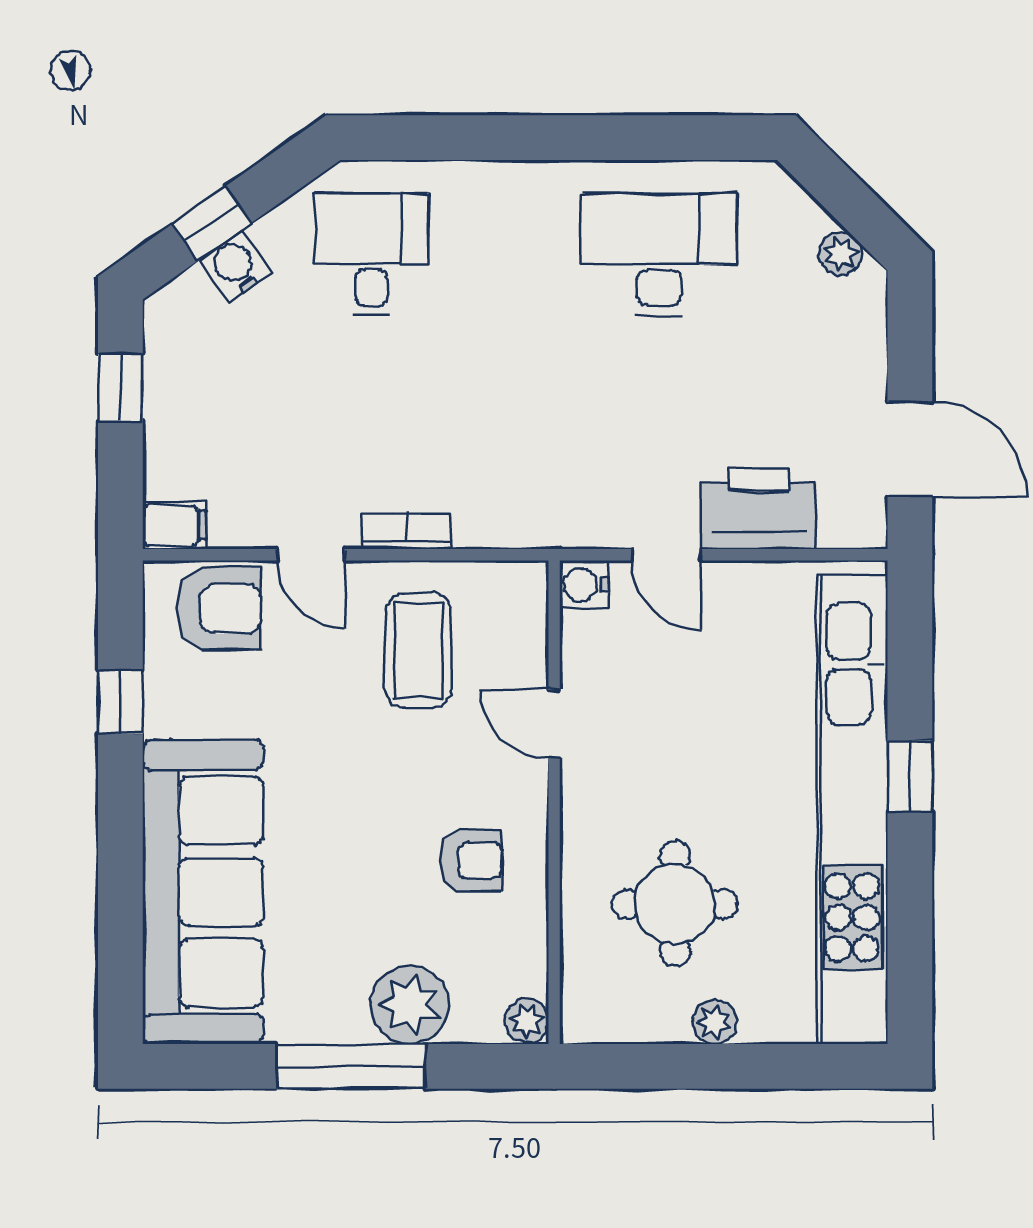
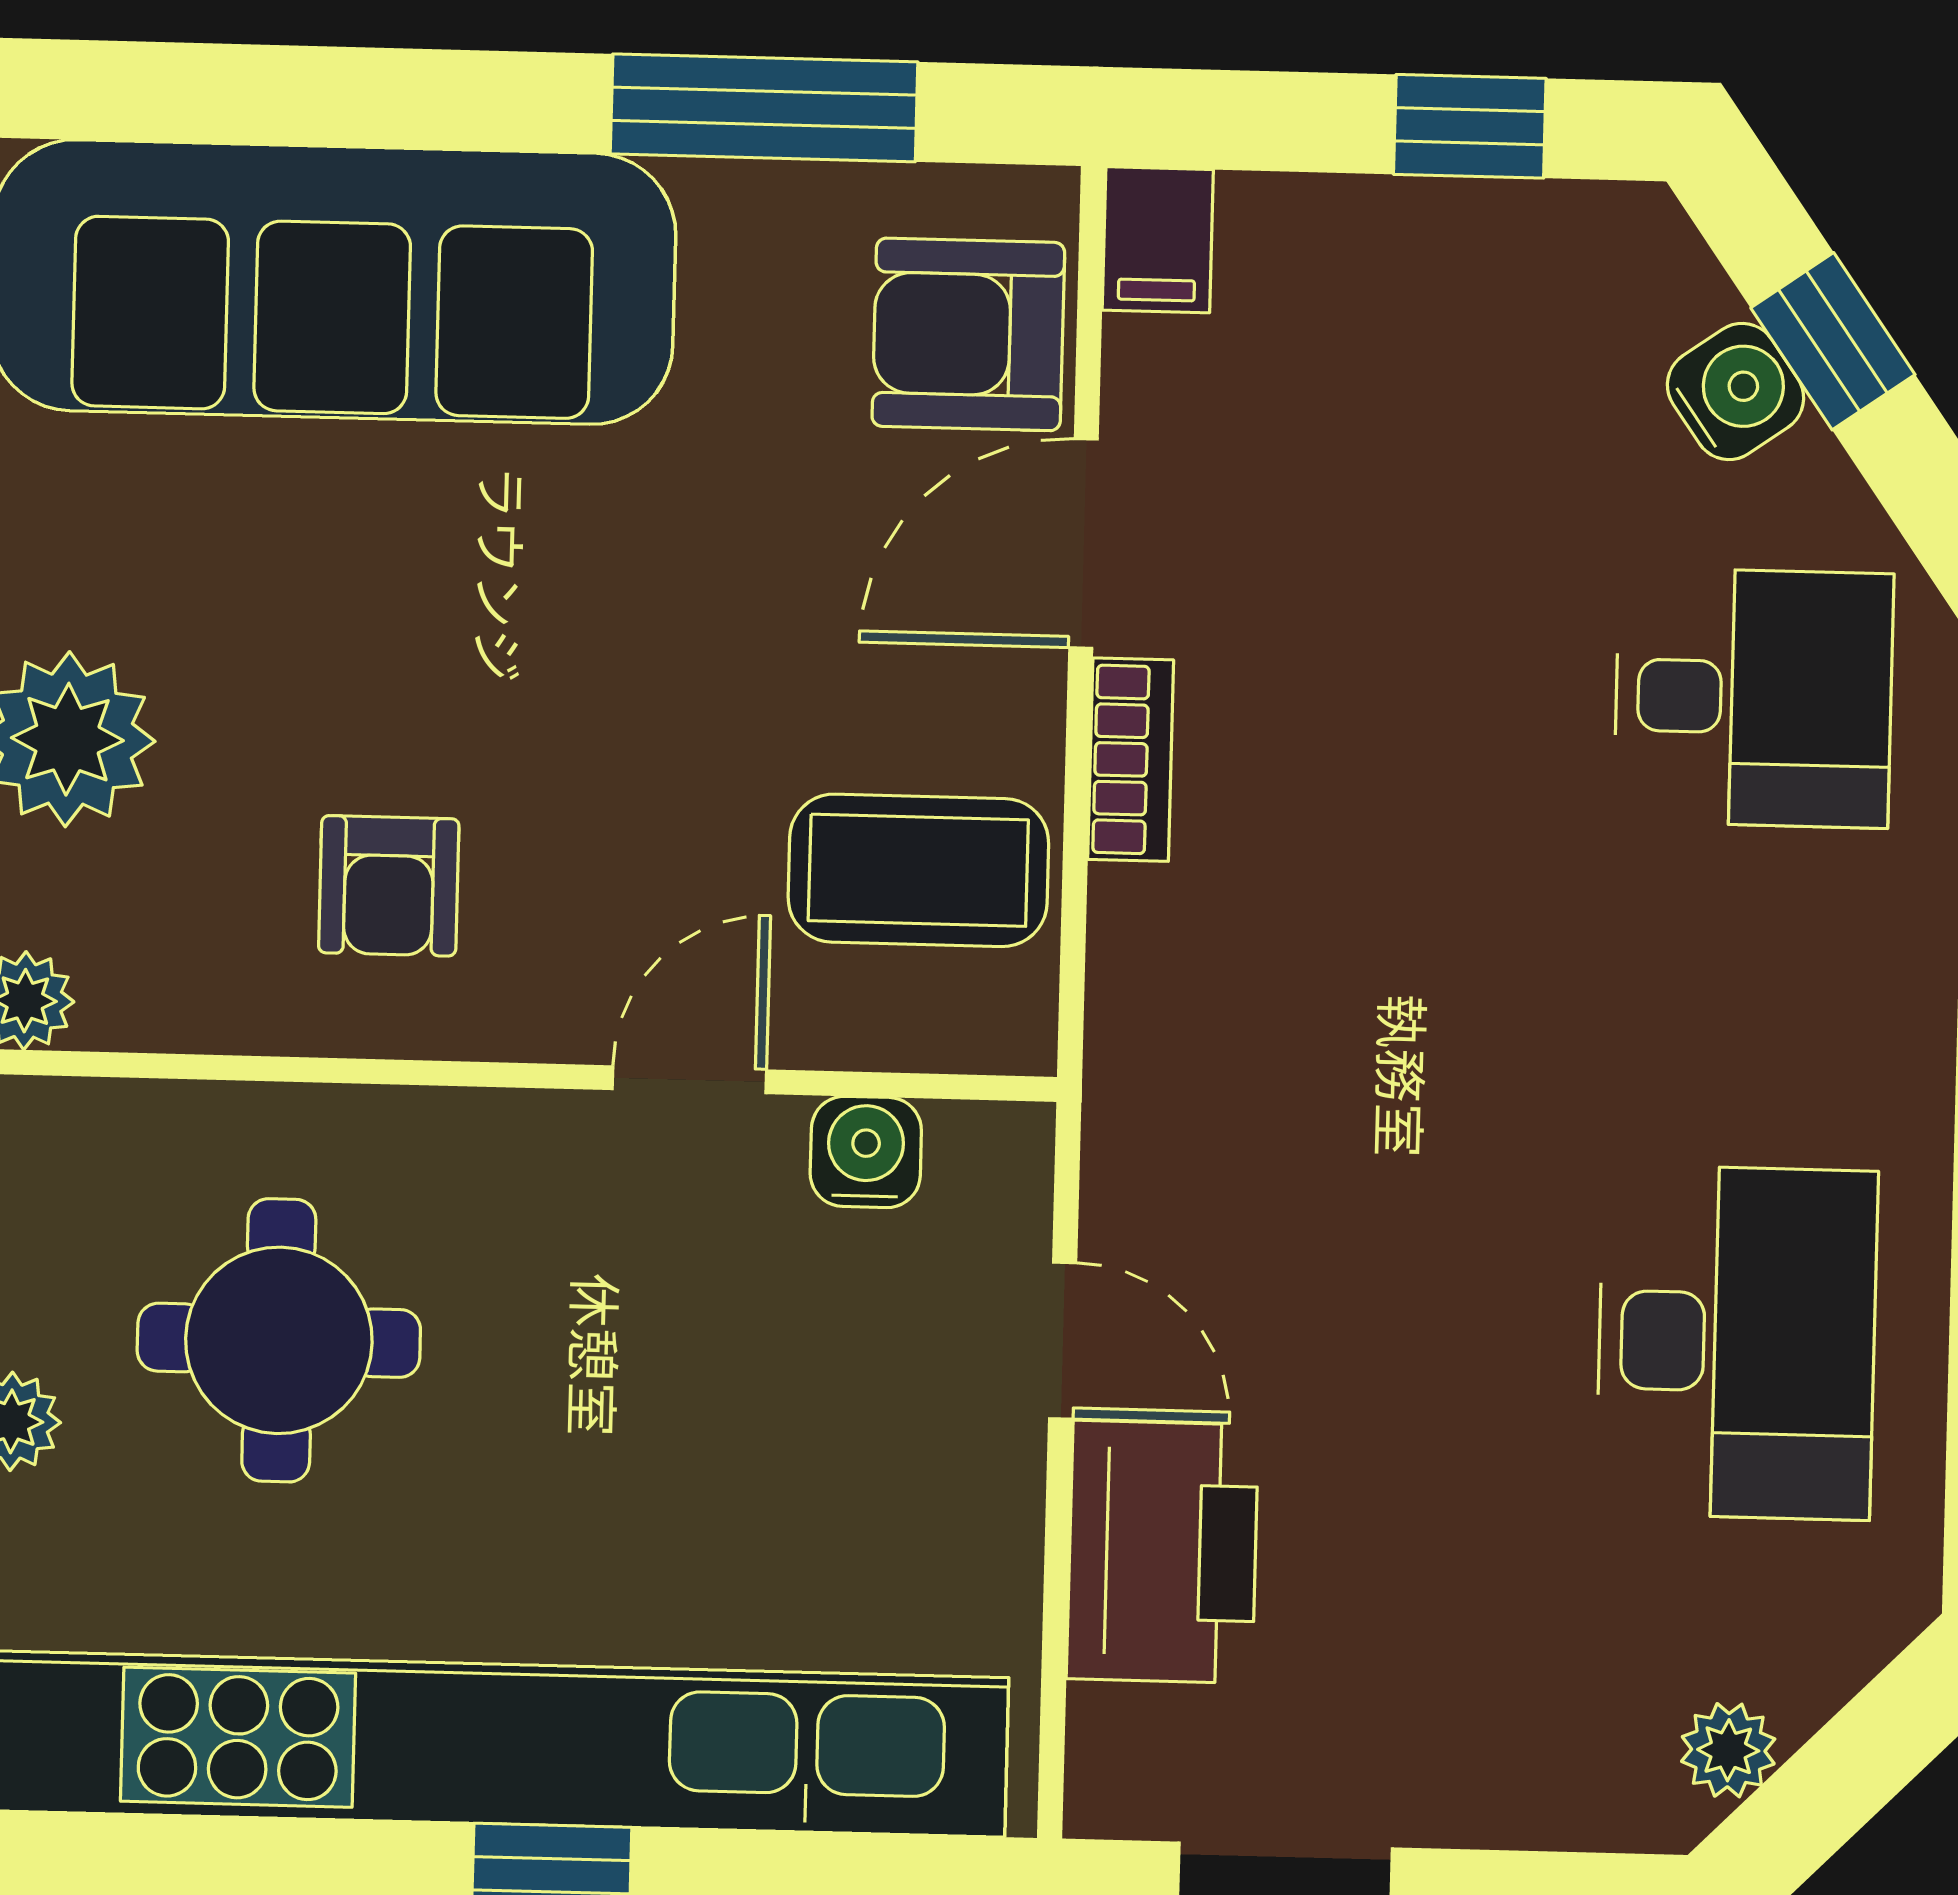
door: (311, 555) -> (1083, 543), width x1.38
door: (666, 555) -> (1063, 1341), swing flipped
water cooler: (584, 585) -> (866, 1152), moved
armchair: (219, 608) -> (968, 334), turned 90
coffee table: (418, 650) -> (918, 870), moved
window: (120, 702) -> (764, 108), width x2.17

